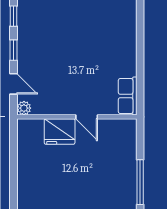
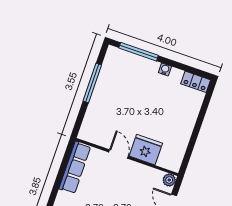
row of seats: (128, 96) -> (75, 168), width x1.48

